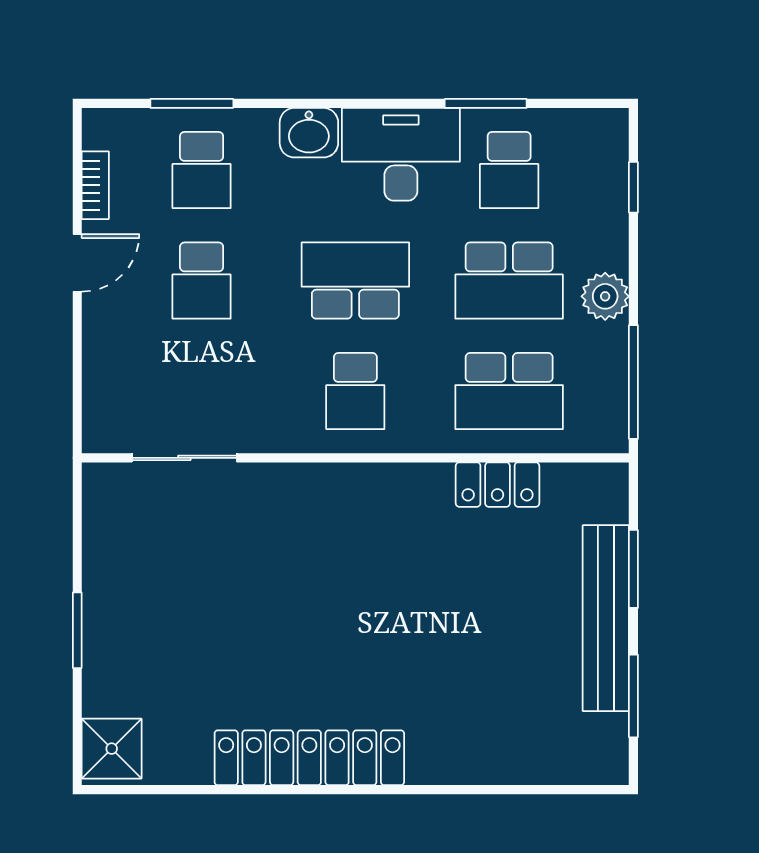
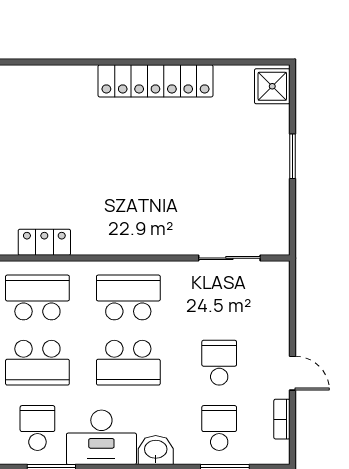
door: (77, 263) -> (293, 373), swing flipped
school desk: (509, 281) -> (37, 363), turned 180
school desk: (355, 391) -> (128, 297), width x1.85

